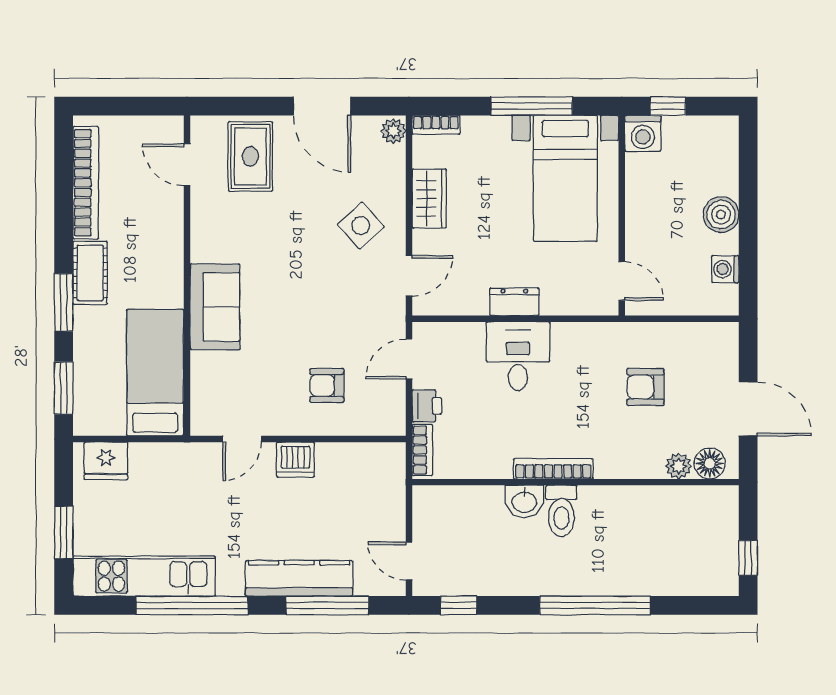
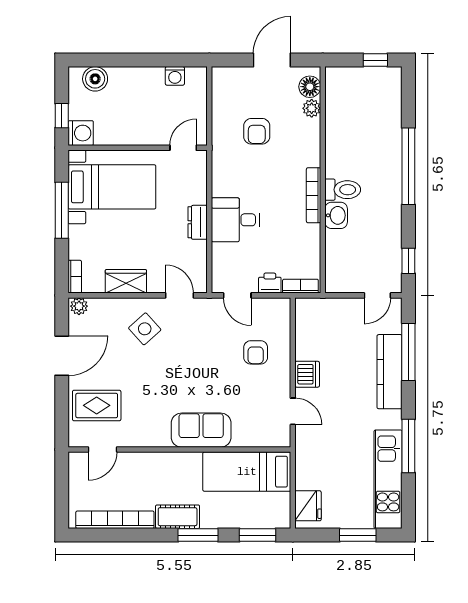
boiler: (721, 215) -> (95, 79), moved
window: (192, 605) -> (408, 446), width x0.68

